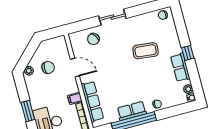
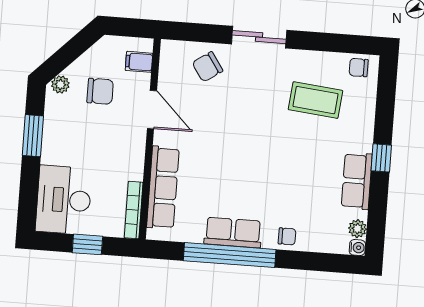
coffee table: (146, 51) -> (315, 100), moved
filing cabinet: (75, 98) -> (139, 62), moved
window: (28, 111) -> (33, 136), moved

